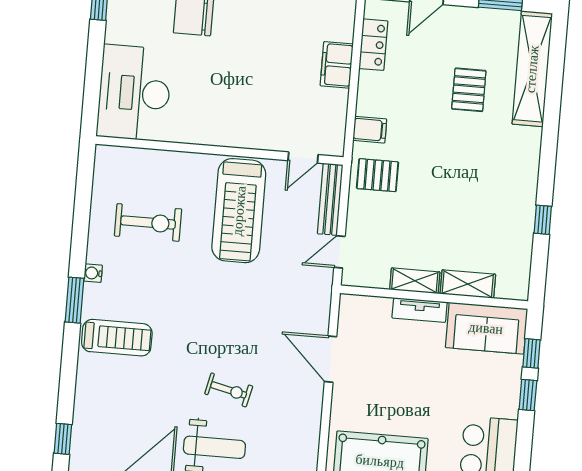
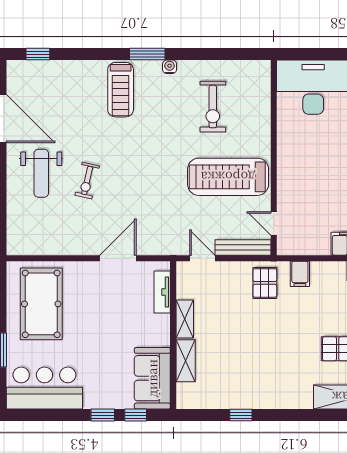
tv unit: (420, 310) -> (162, 292), moved

